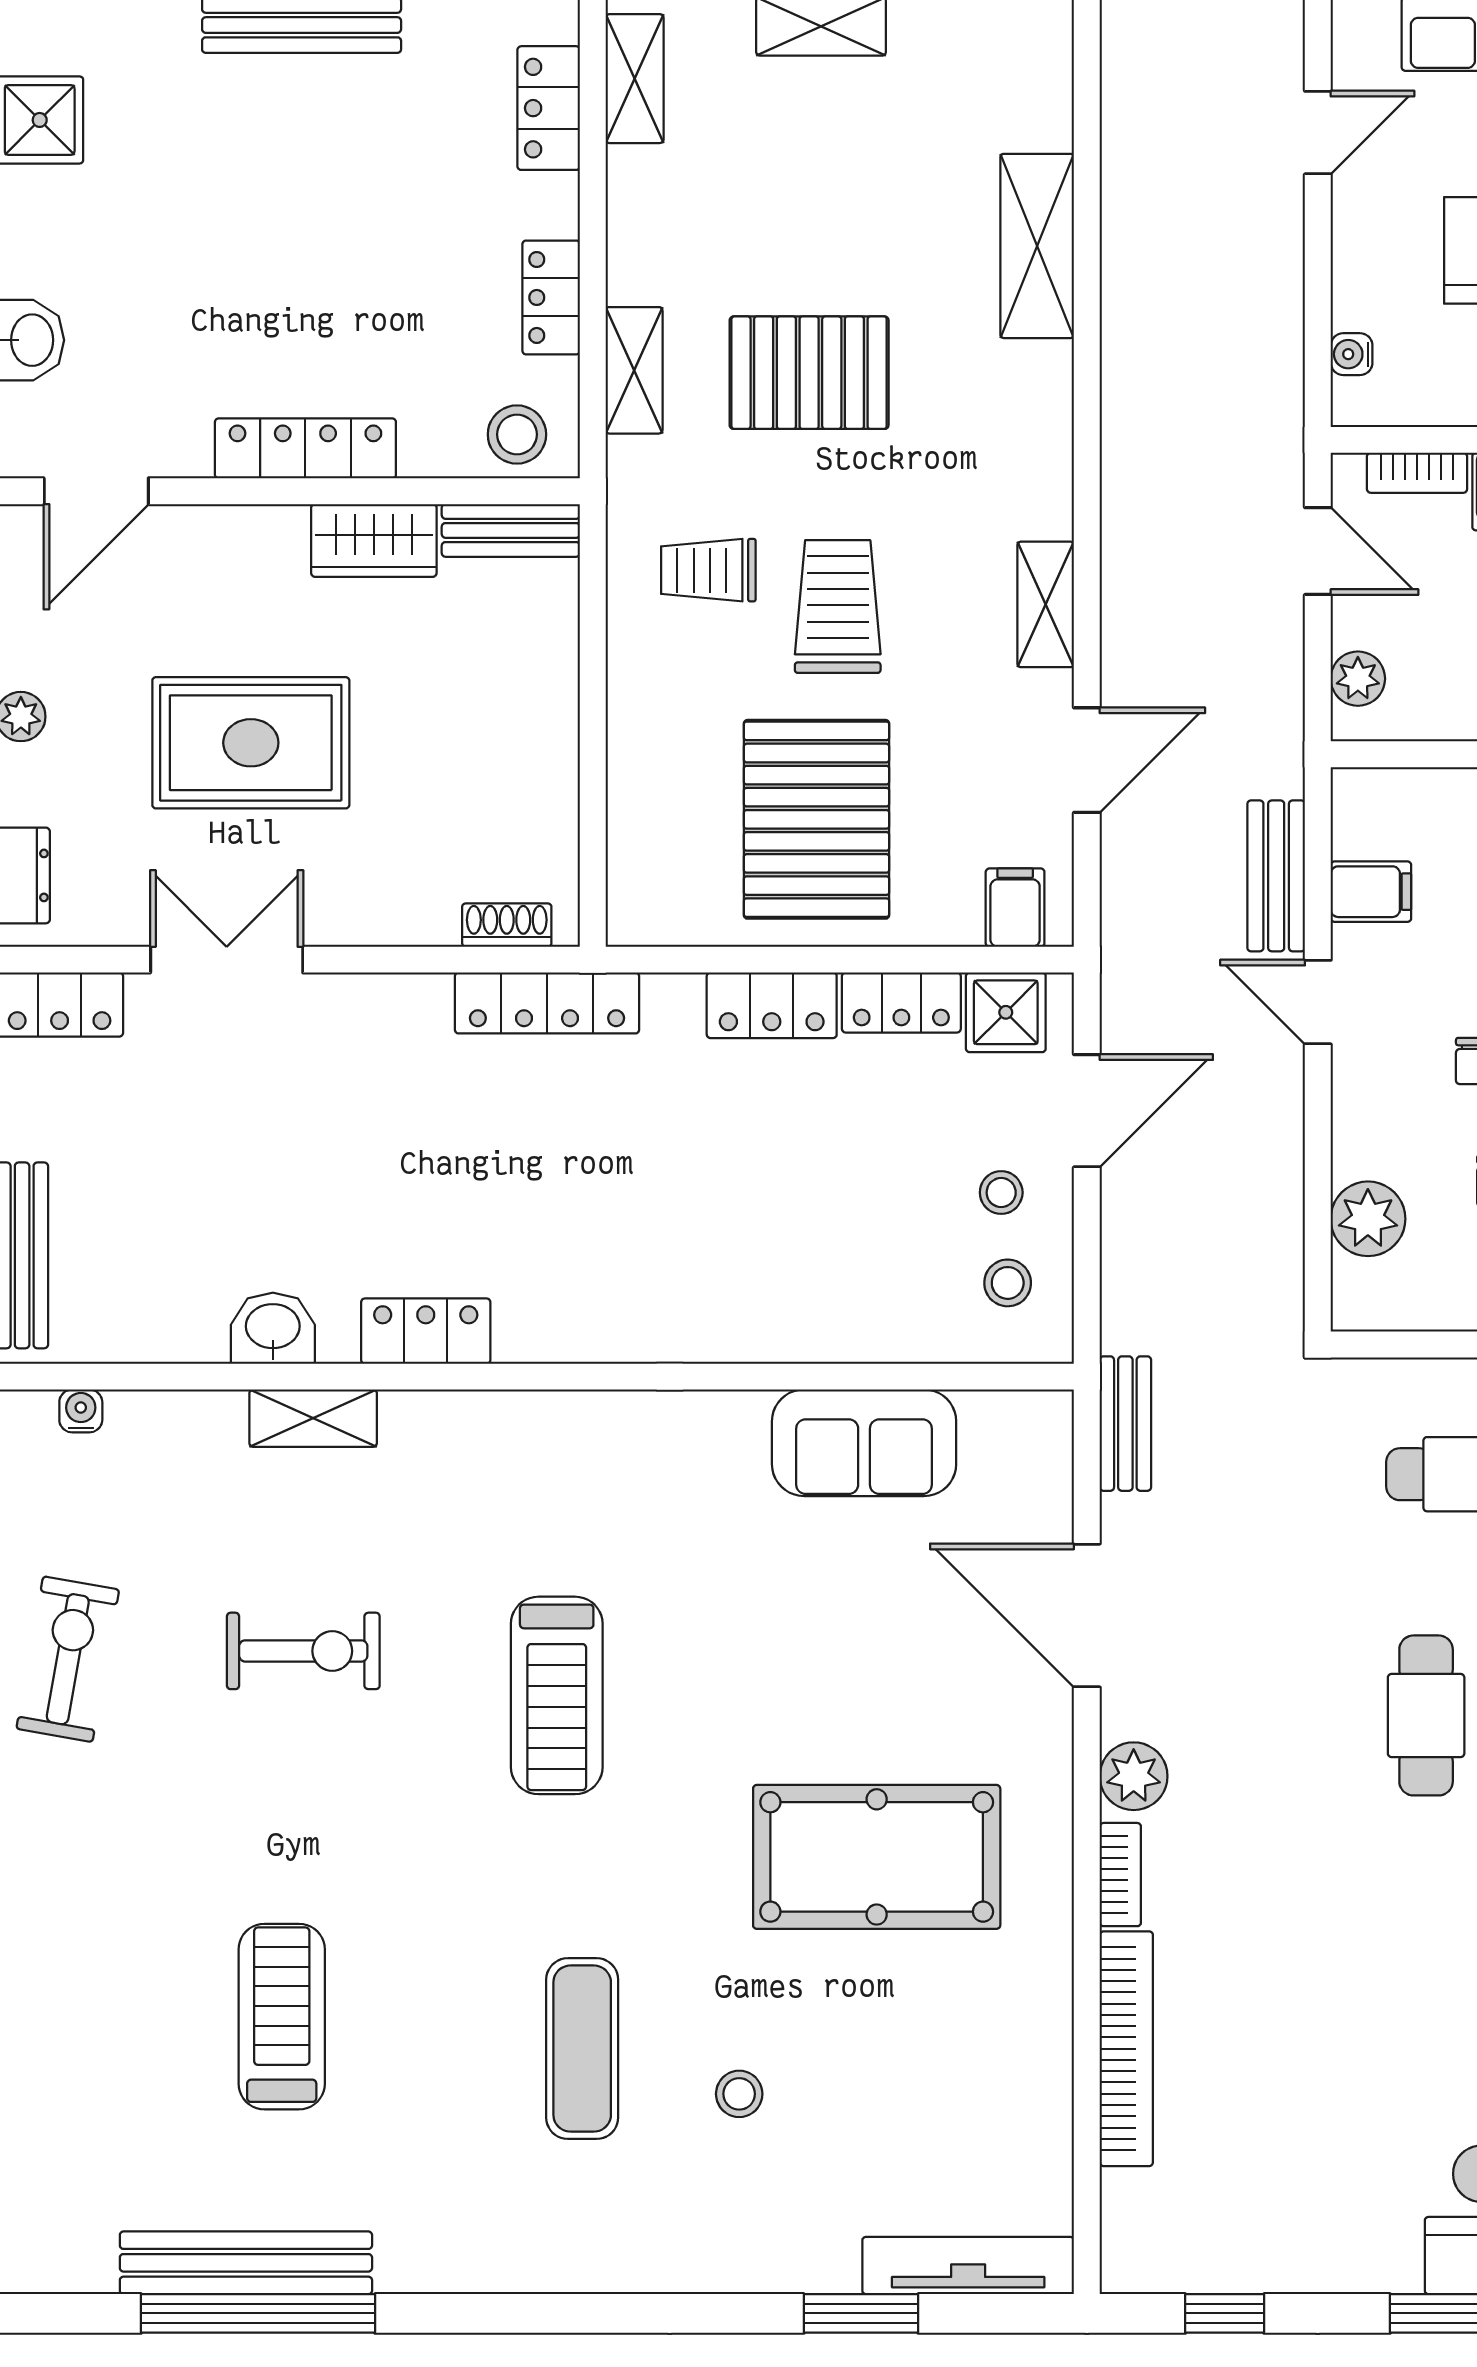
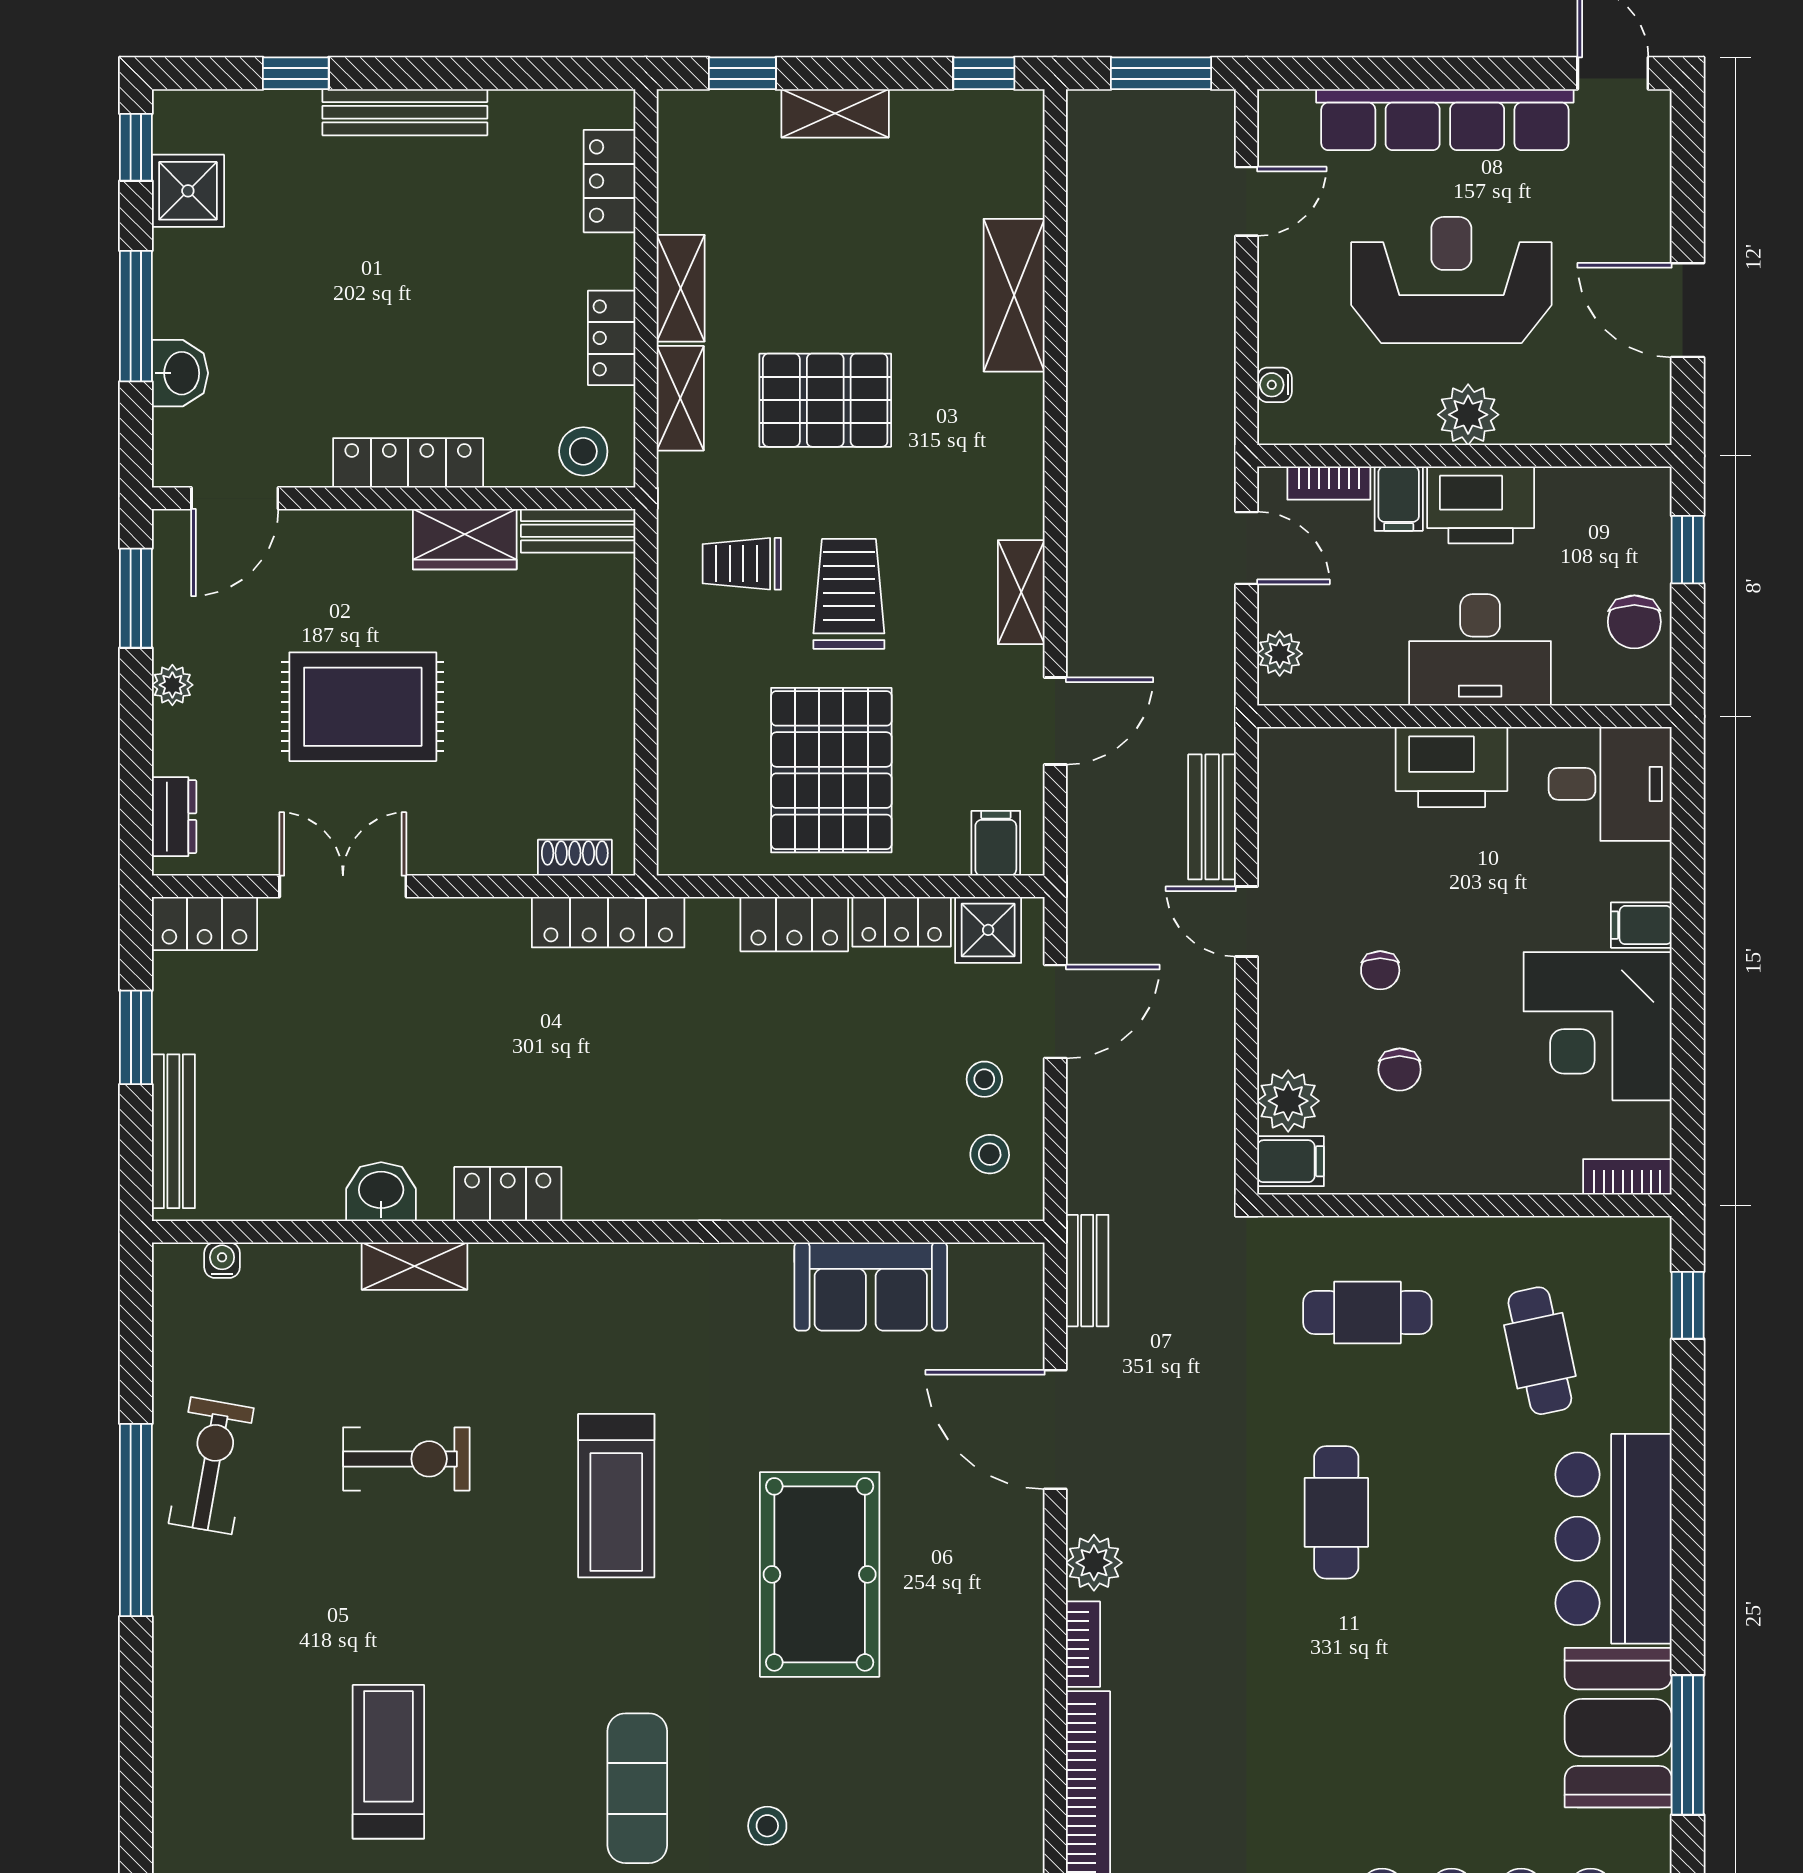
shelving: (635, 79) -> (681, 288), moved
filing cabinet: (1371, 892) -> (1291, 1161), moved
pool table: (877, 1857) -> (820, 1574), moved, turned 90

